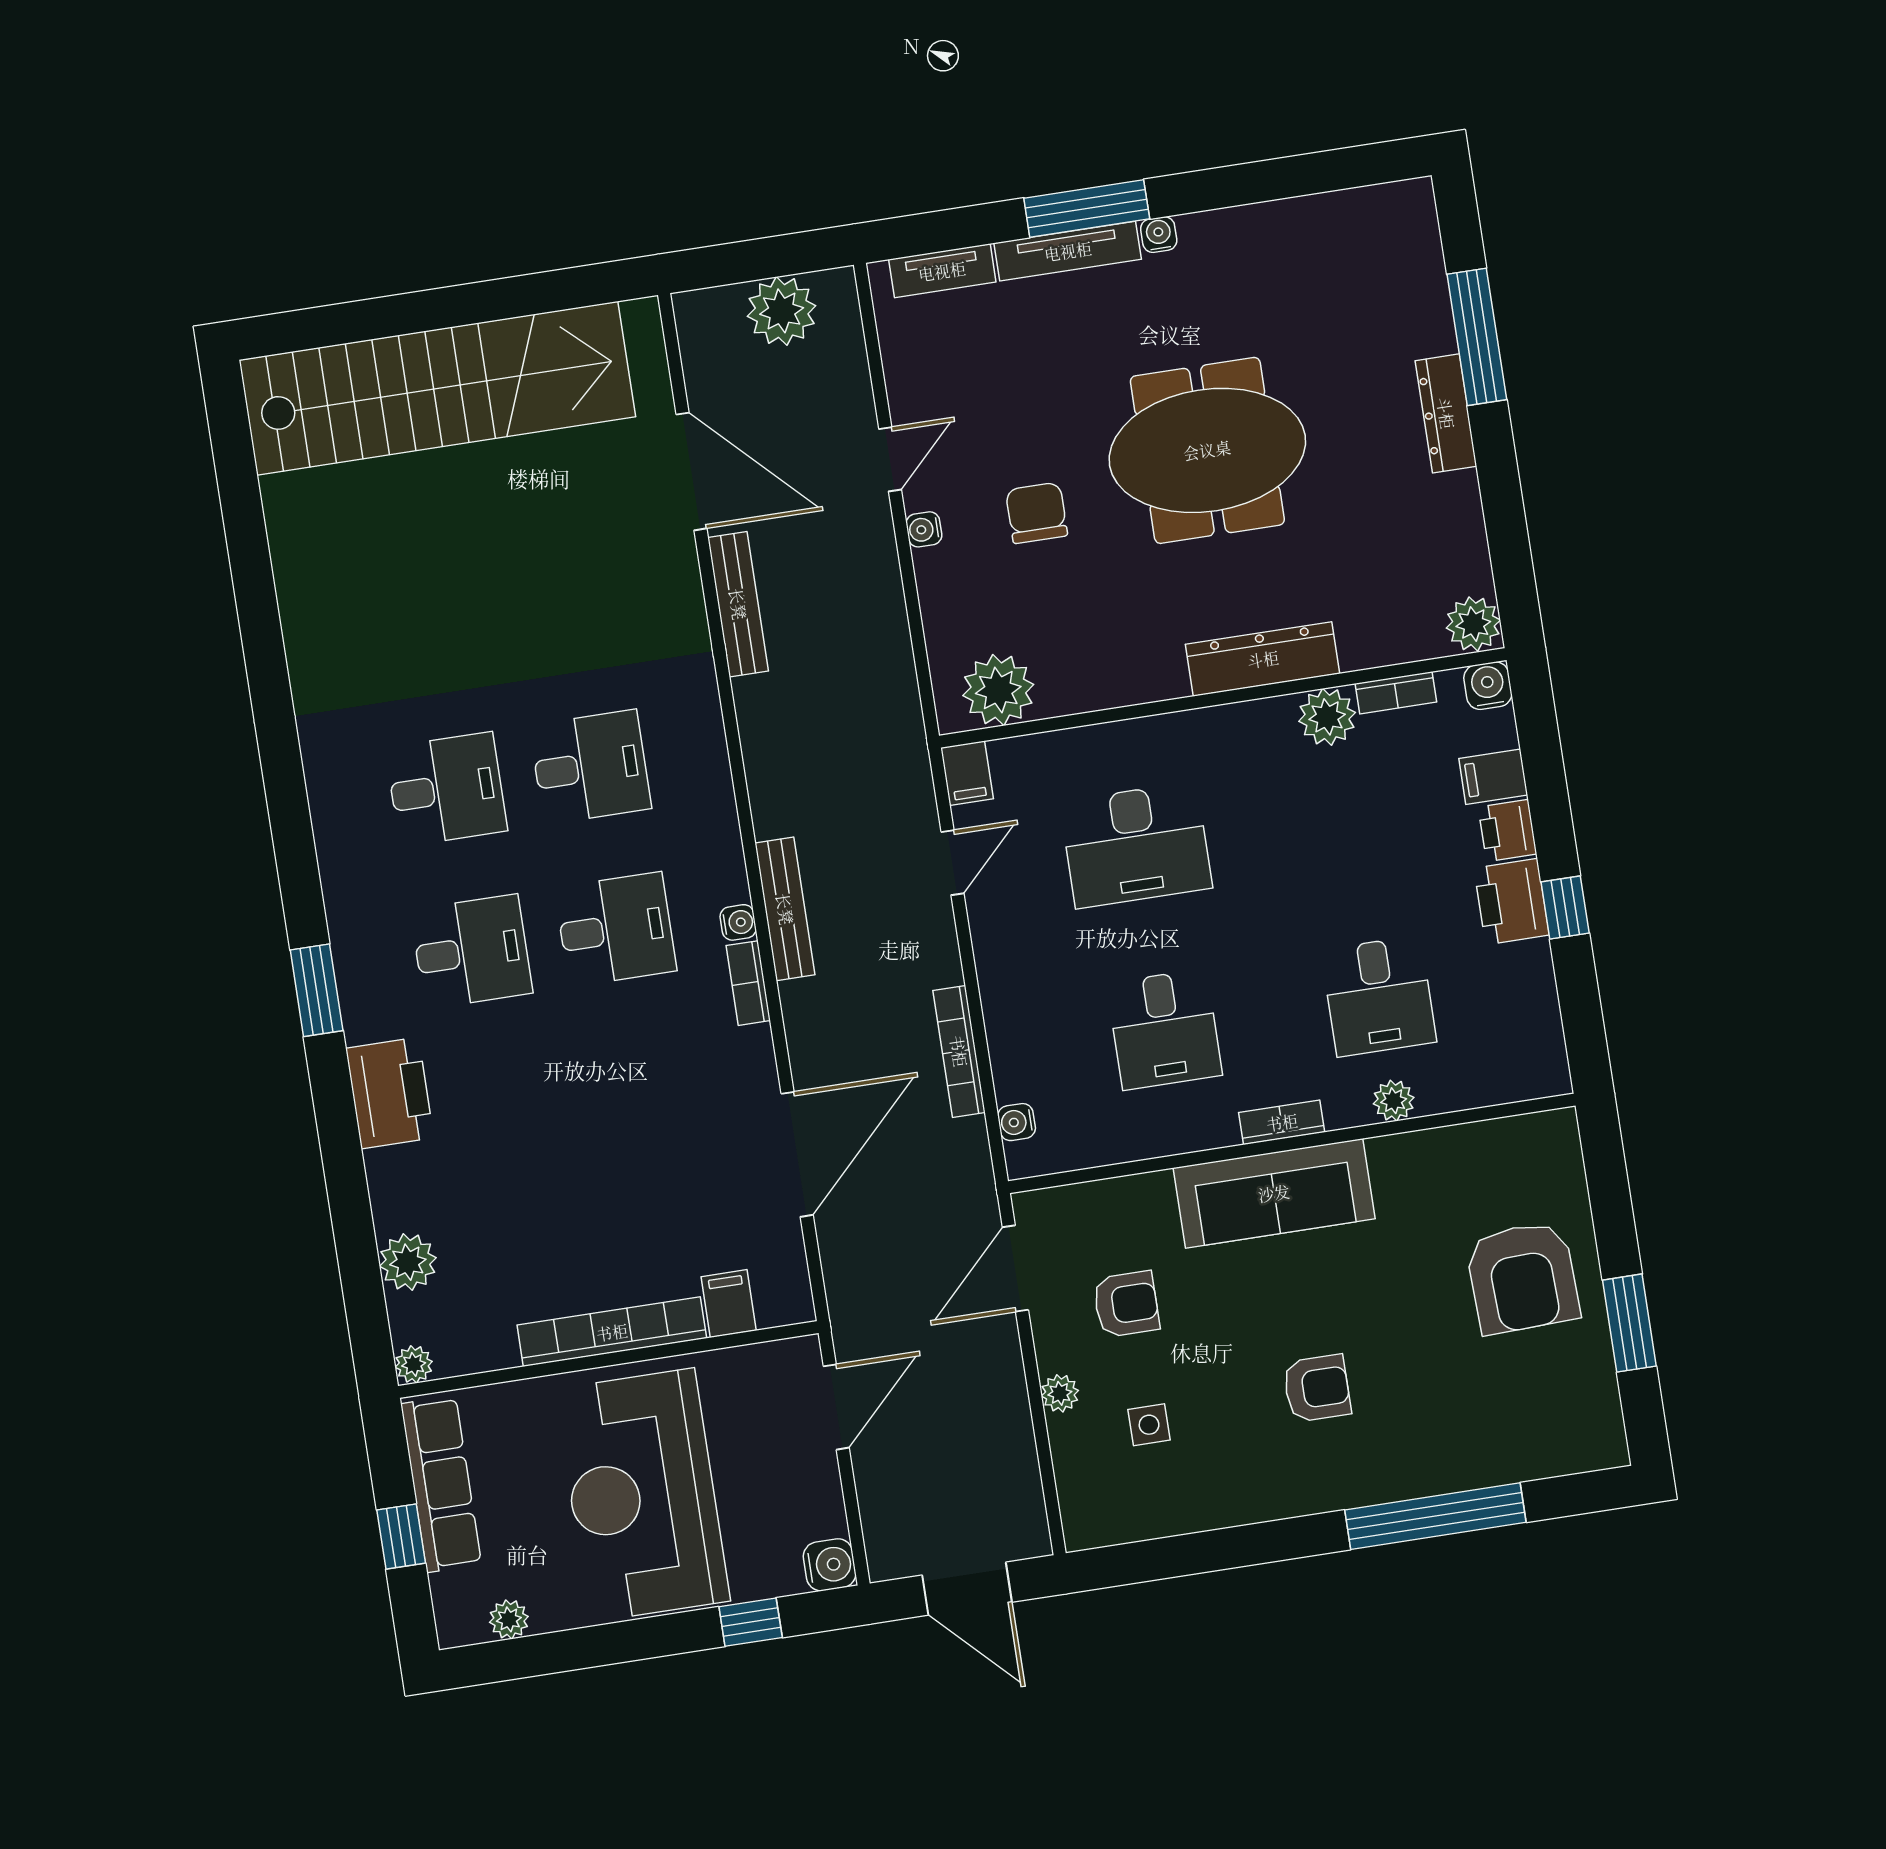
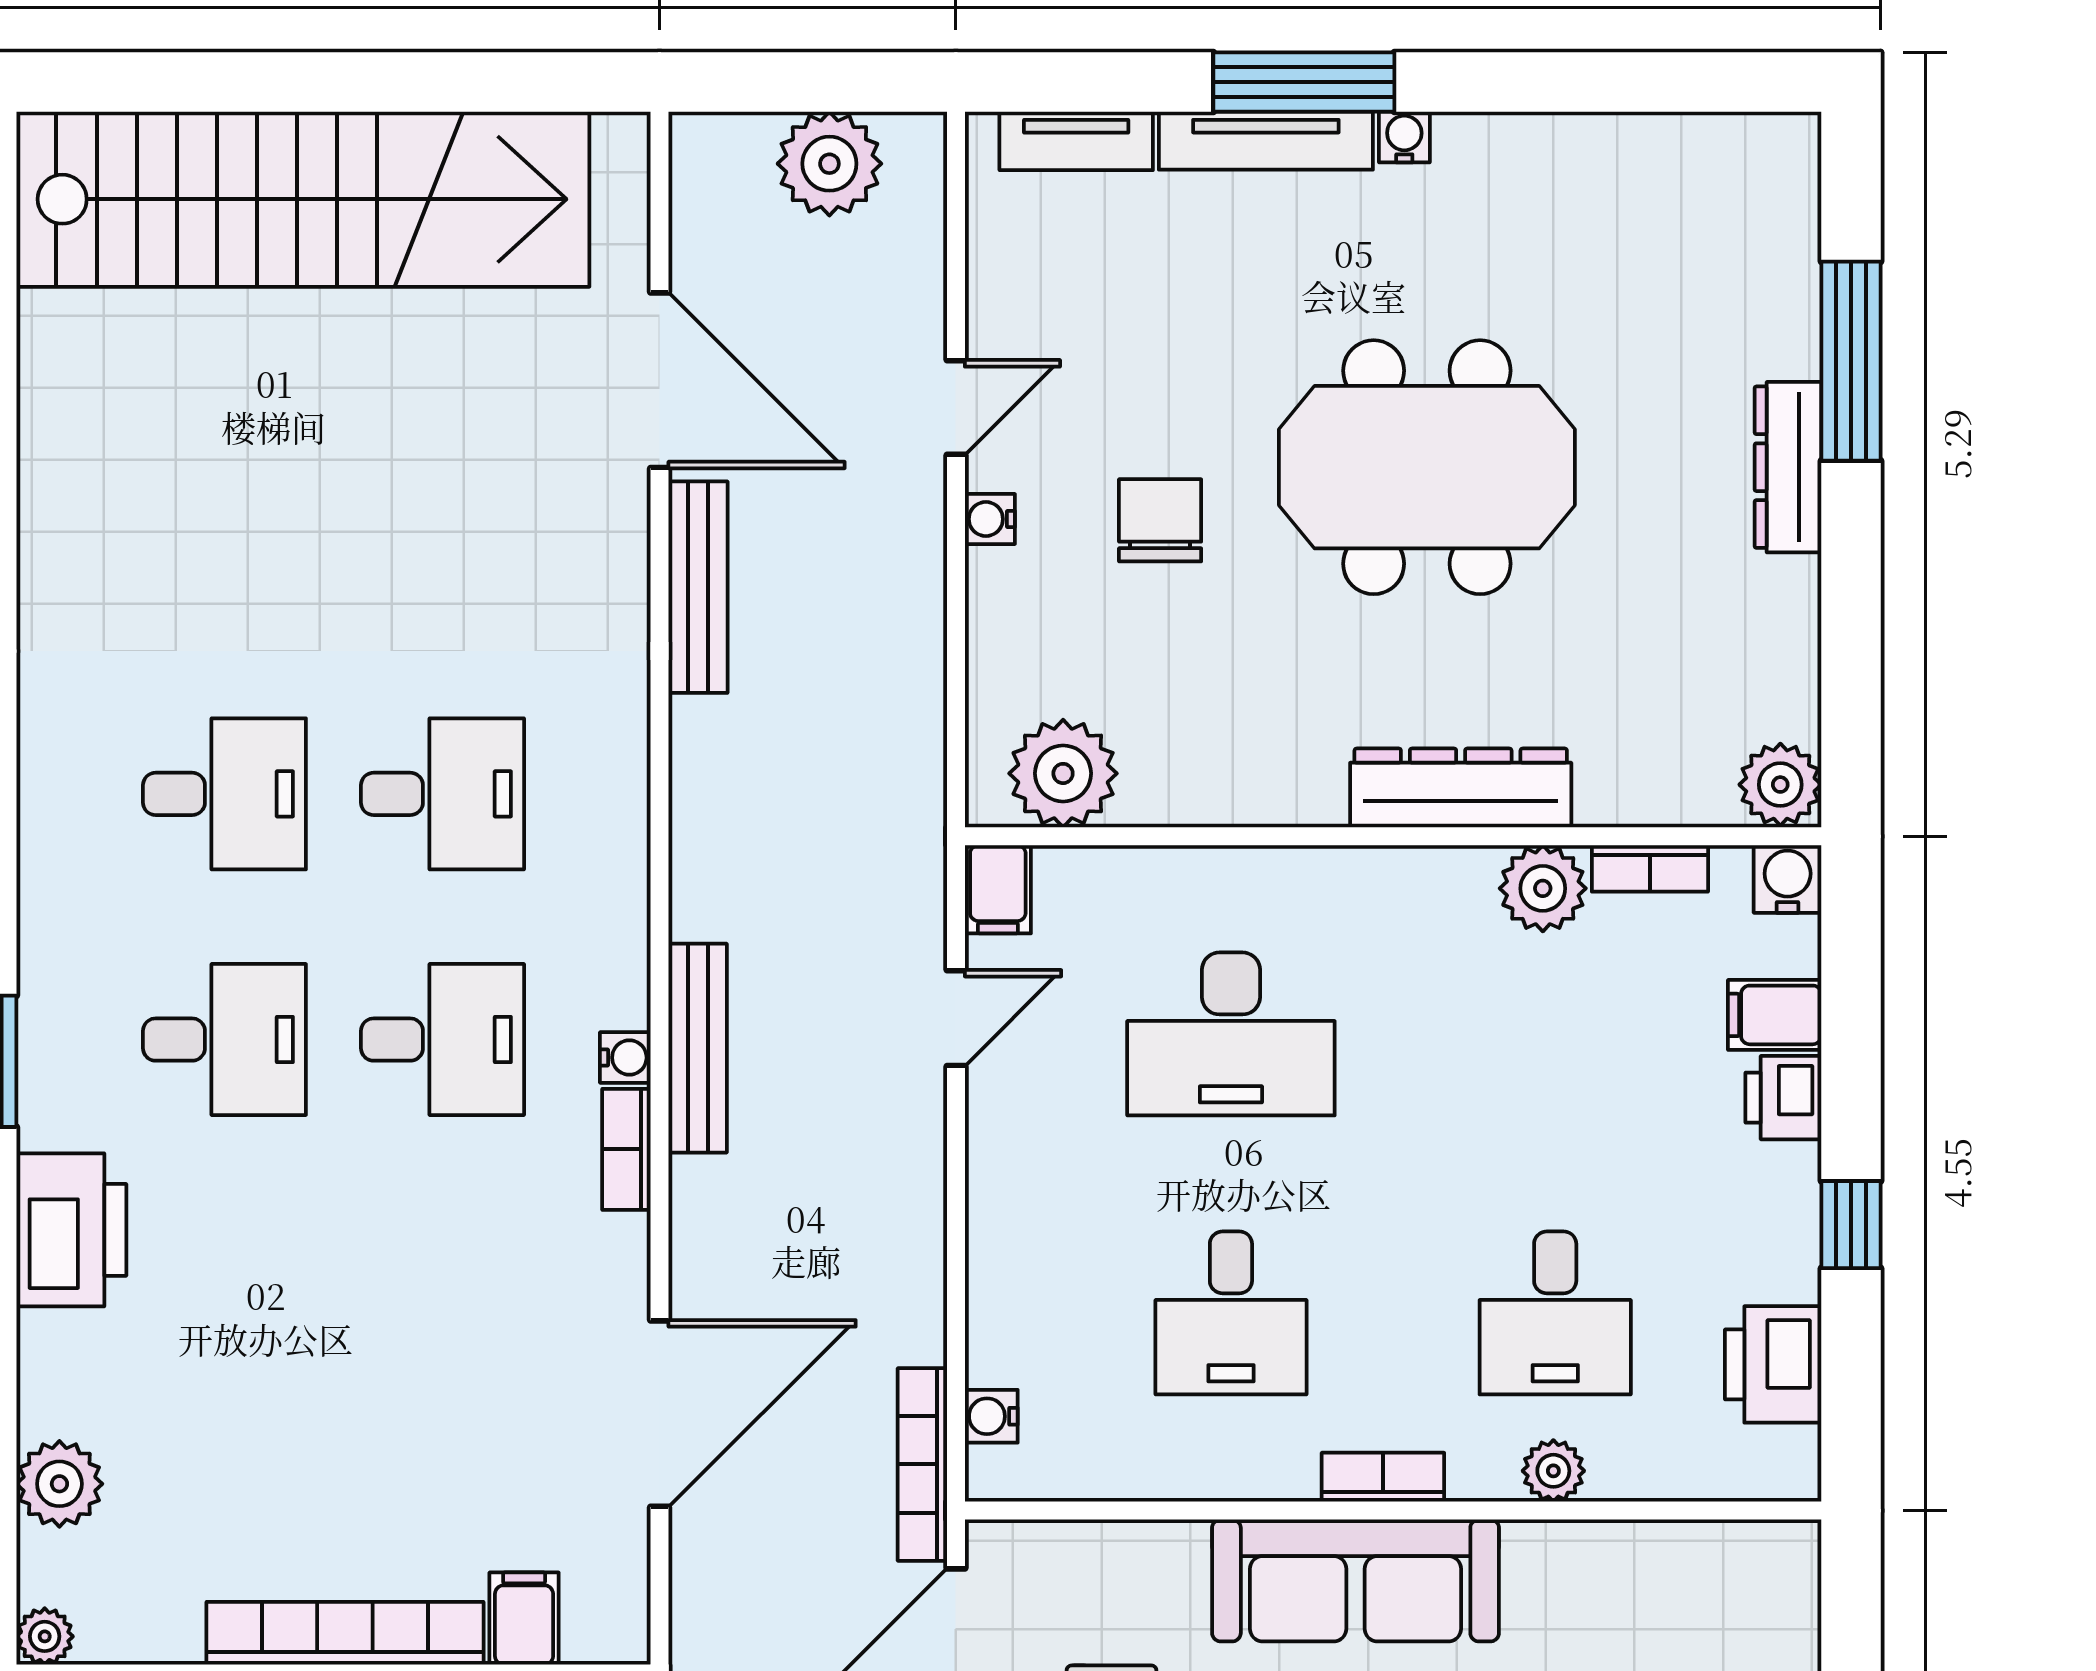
printer: (1512, 902) -> (1773, 1364), moved
bookcase: (959, 1051) -> (922, 1464), moved

